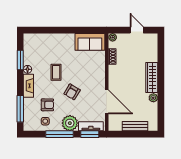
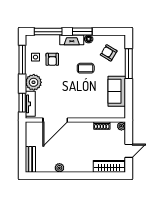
window: (52, 30) -> (129, 64), added
sofa: (90, 42) -> (117, 91), moved
window: (20, 60) -> (82, 32), moved
wardrobe: (152, 77) -> (109, 166), moved
armchair: (72, 92) -> (109, 53), moved
bench: (135, 126) -> (30, 159), moved
window: (59, 134) -> (22, 60), moved

